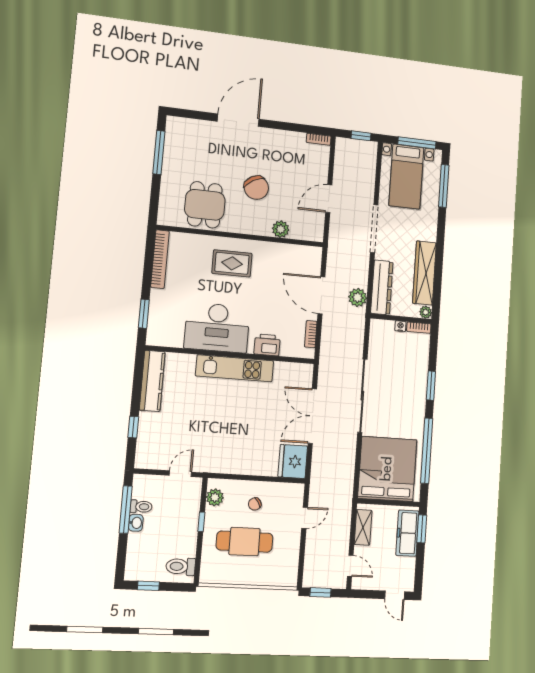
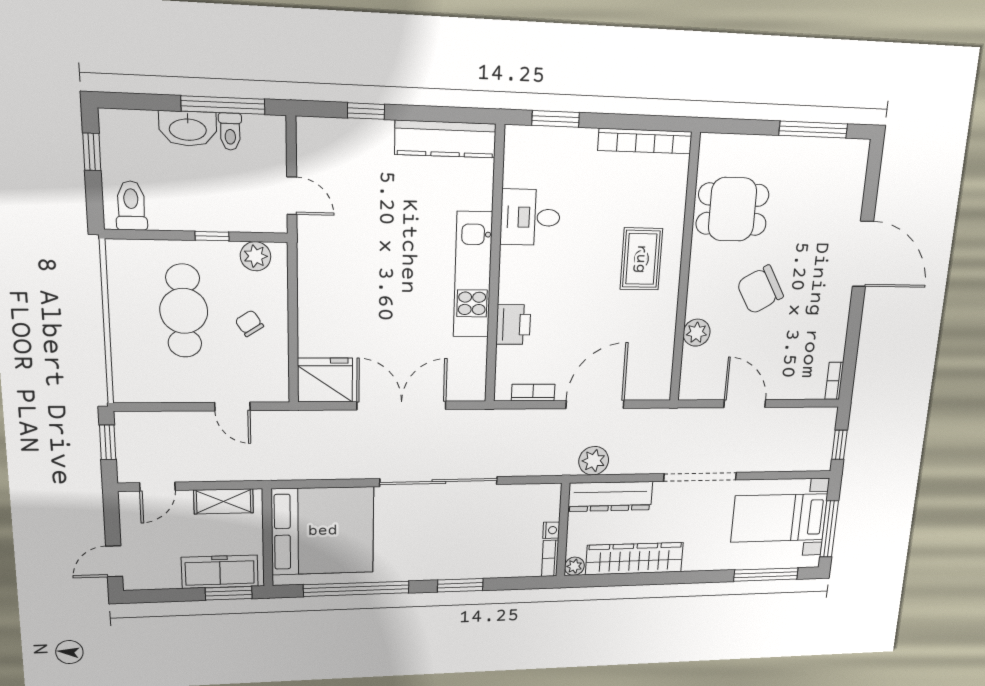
desk: (217, 328) -> (530, 217), width x0.53, depth x0.77
washbasin: (136, 523) -> (188, 129), width x1.91, depth x1.45

